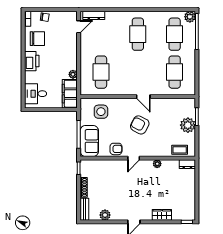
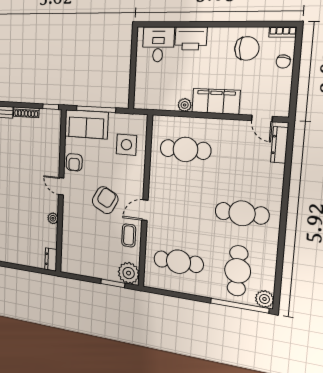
cafe table: (175, 34) -> (238, 271), turned 90
chair: (37, 39) -> (247, 48), turned -90
printer: (32, 61) -> (191, 38), moved
filing cabinet: (70, 94) -> (216, 101), moved
plant: (188, 125) -> (129, 273), moved
coffee table: (180, 150) -> (129, 235), moved

